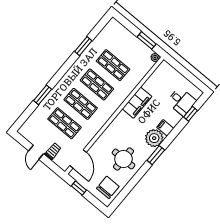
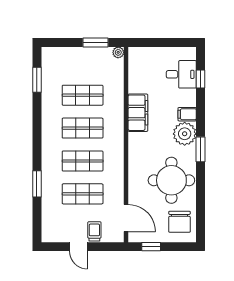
window: (83, 46) -> (37, 80), moved
round table: (123, 159) -> (171, 180), width x1.36, depth x1.36
chair: (108, 187) -> (180, 222), turned 180

